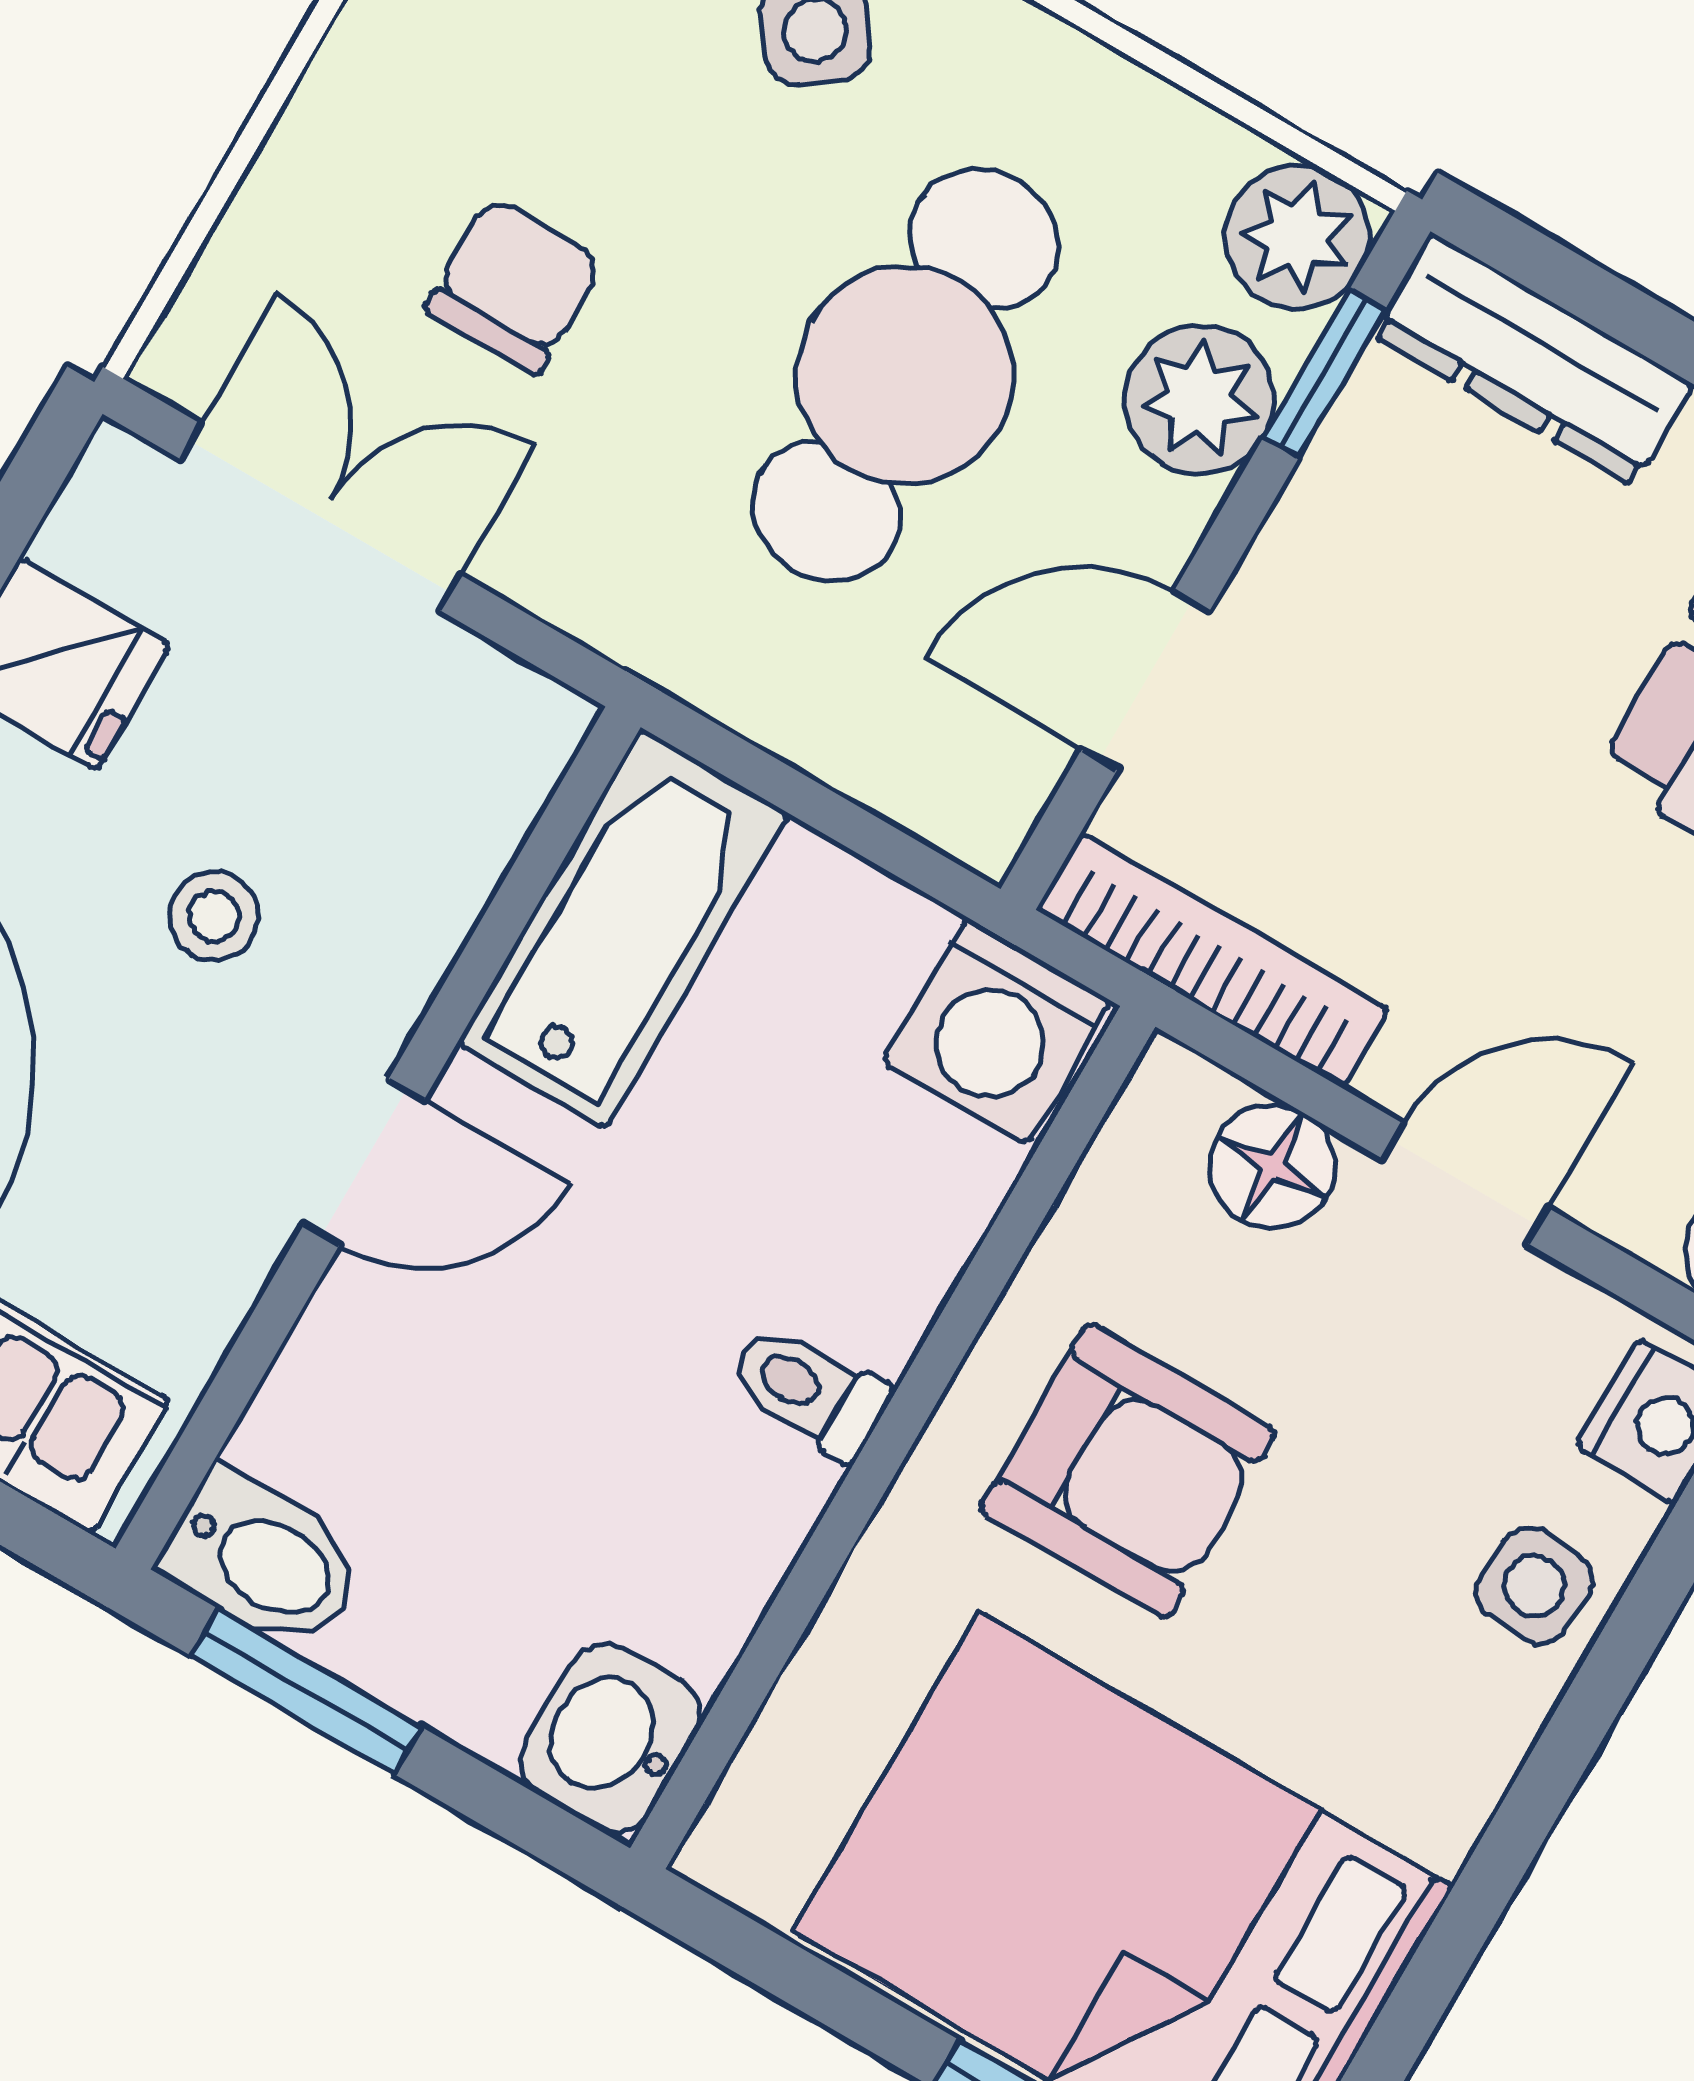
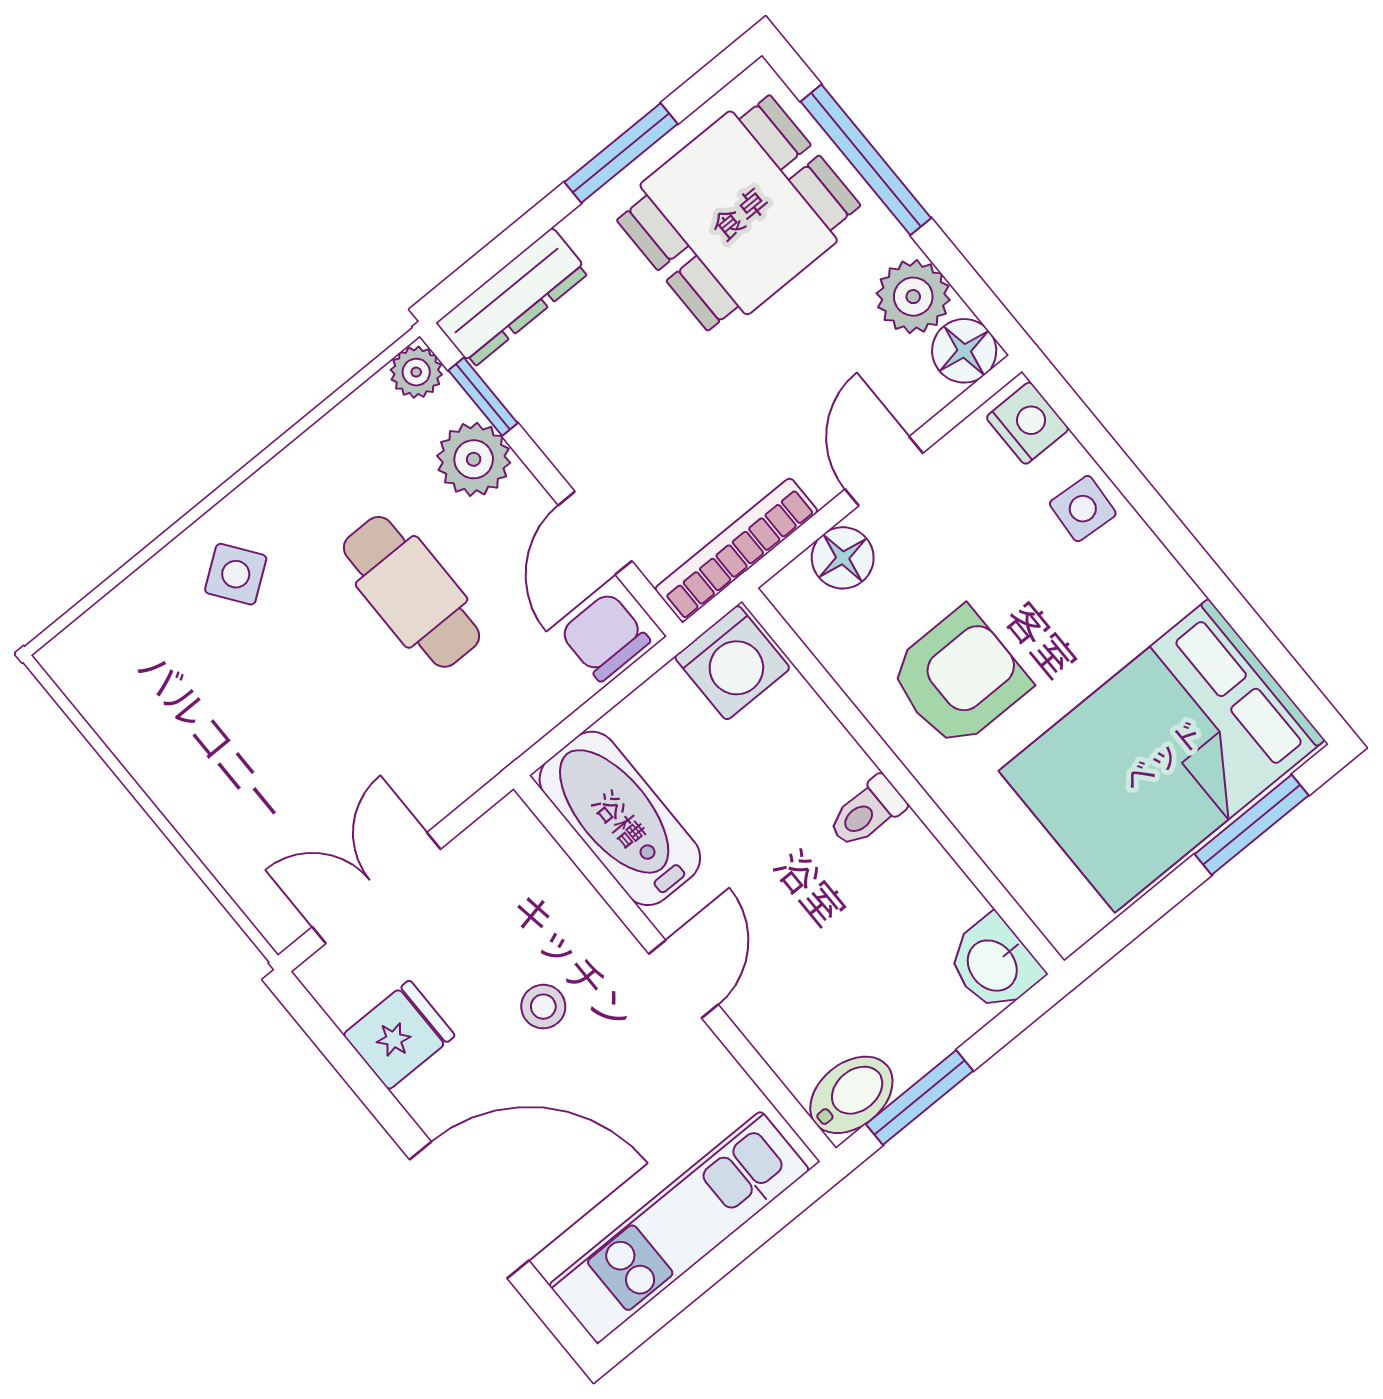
plant: (1297, 237) -> (416, 372), width x0.73, depth x0.73
chair: (514, 285) -> (605, 637), moved
cafe table: (905, 375) -> (412, 592), width x0.73, depth x0.74

